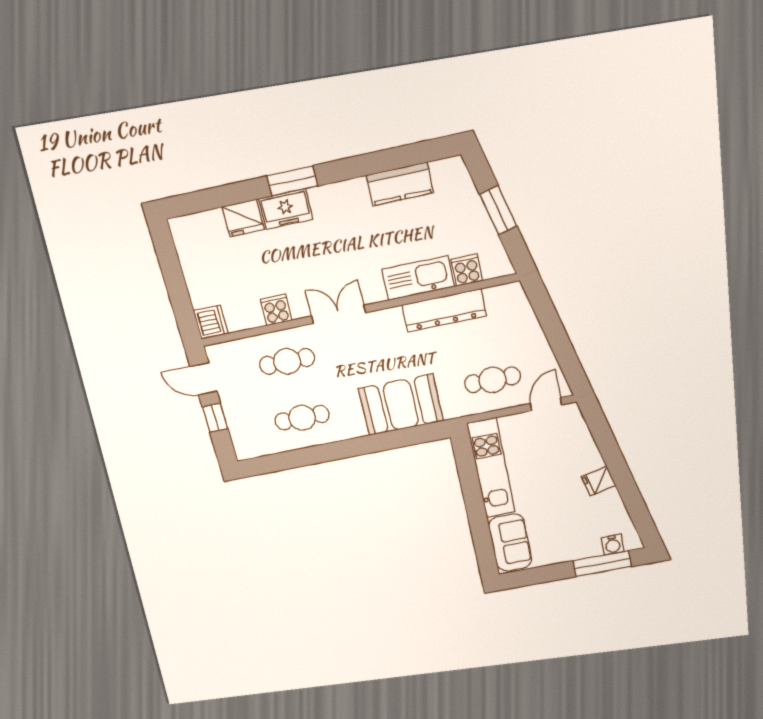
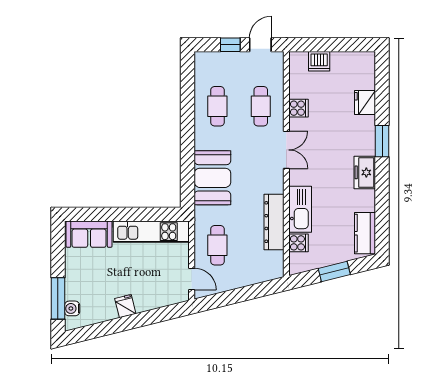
kitchen counter: (400, 184) -> (365, 233), moved
freezer: (286, 209) -> (365, 172), moved
dishwasher: (211, 322) -> (319, 61), moved

